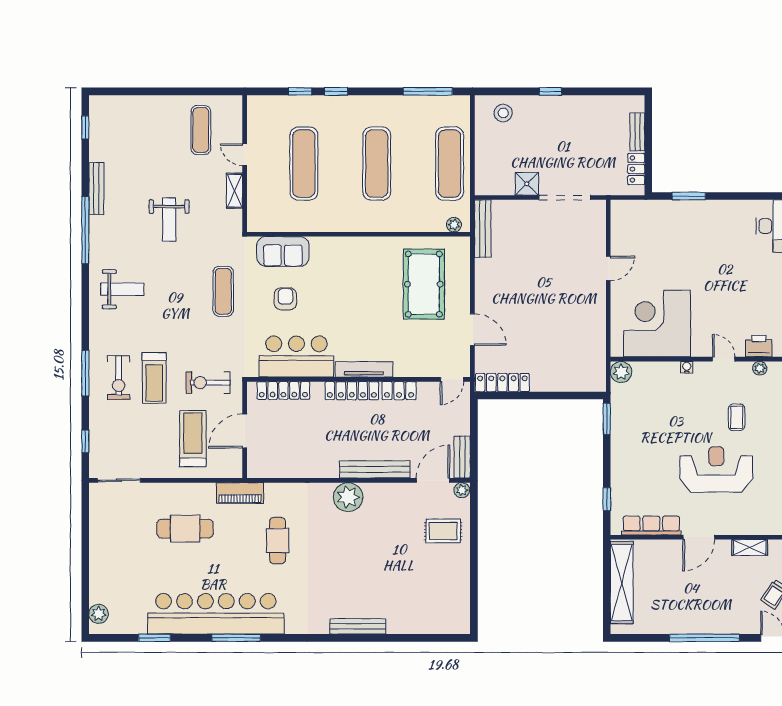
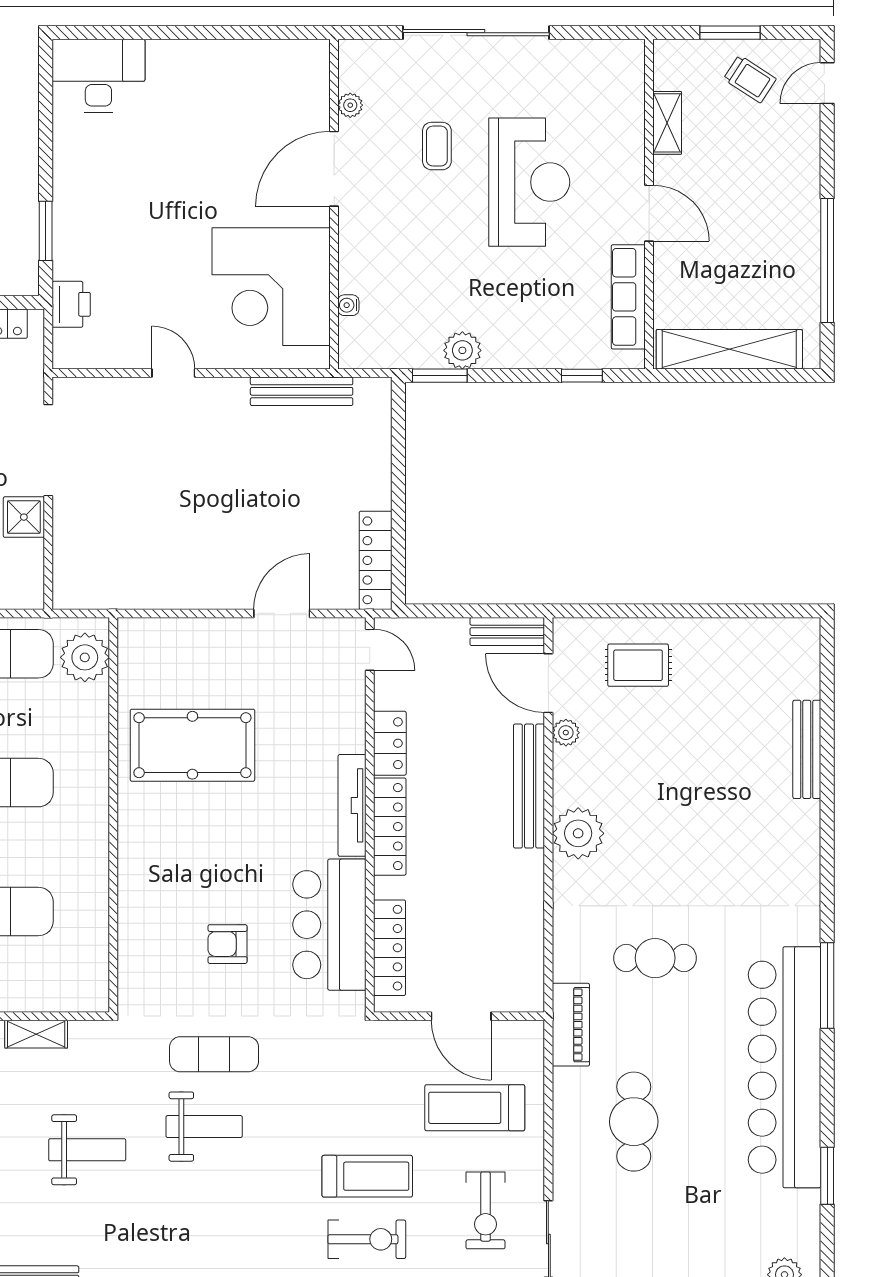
plant: (454, 225) -> (85, 657), width x1.87, depth x1.87
bench: (483, 229) -> (302, 391), moved
sofa: (283, 251) -> (144, 949), removed
pool table: (424, 284) -> (192, 745), moved
weight bench: (122, 289) -> (204, 1127), moved, turned 90
printer: (759, 346) -> (71, 304), moved, turned 180
door: (724, 359) -> (334, 169), width x1.88
water cooler: (687, 367) -> (348, 305), moved
plant: (621, 372) -> (462, 350), moved
exercise bike: (208, 383) -> (485, 1210), moved
coffee table: (737, 417) -> (437, 146), turned 90
reception desk: (716, 469) -> (529, 182), turned 180
plant: (462, 490) -> (566, 733), moved
rug: (443, 531) -> (638, 665), turned 90
bench: (358, 626) -> (807, 749), moved
window: (236, 638) -> (827, 986), moved
window: (704, 638) -> (827, 261), moved

